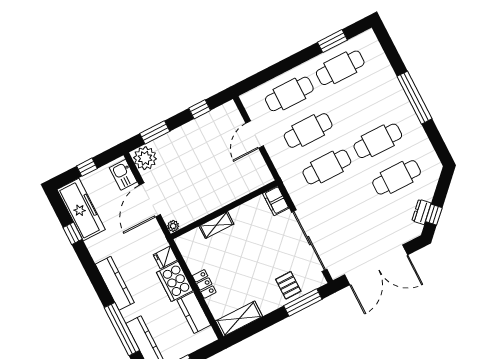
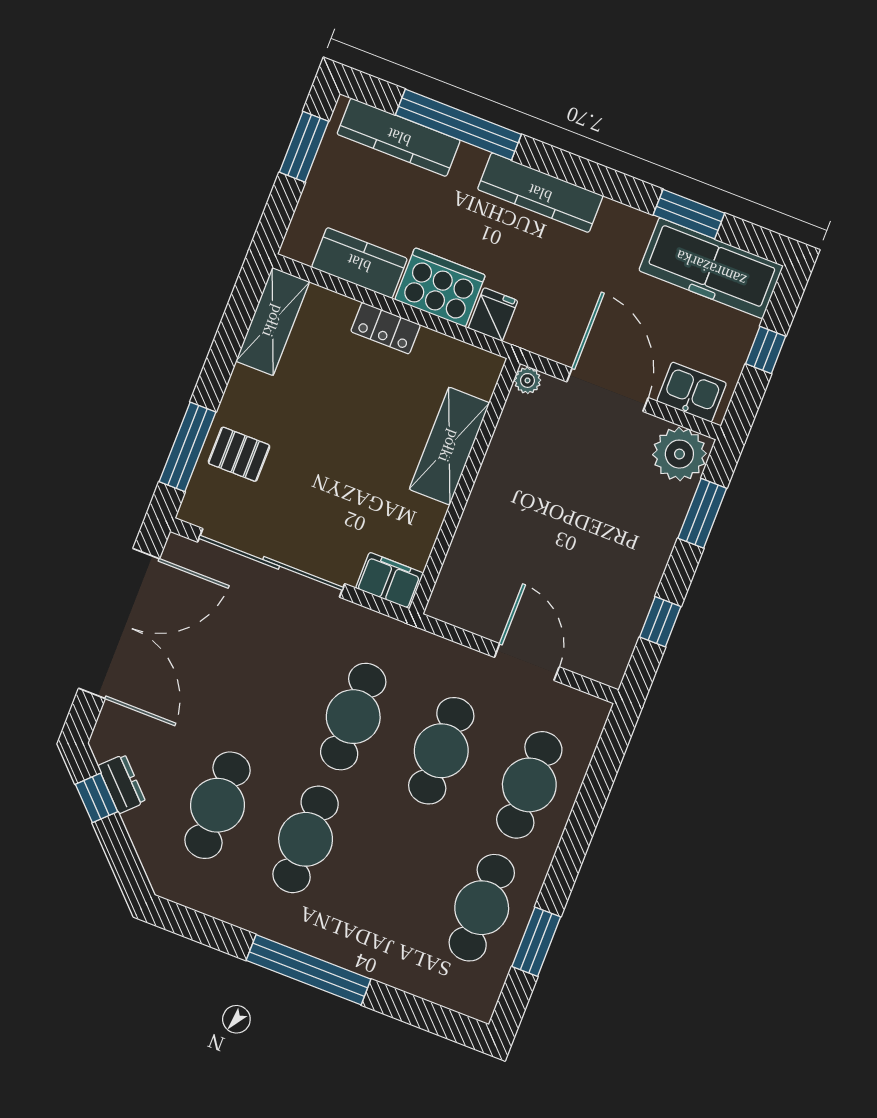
shelving: (216, 225) -> (449, 446), width x1.50, depth x1.33
window: (73, 233) -> (689, 214), width x1.50
double door: (376, 265) -> (119, 624), swing flipped

